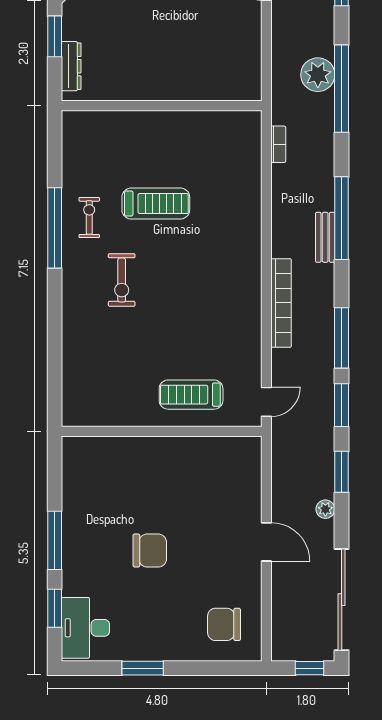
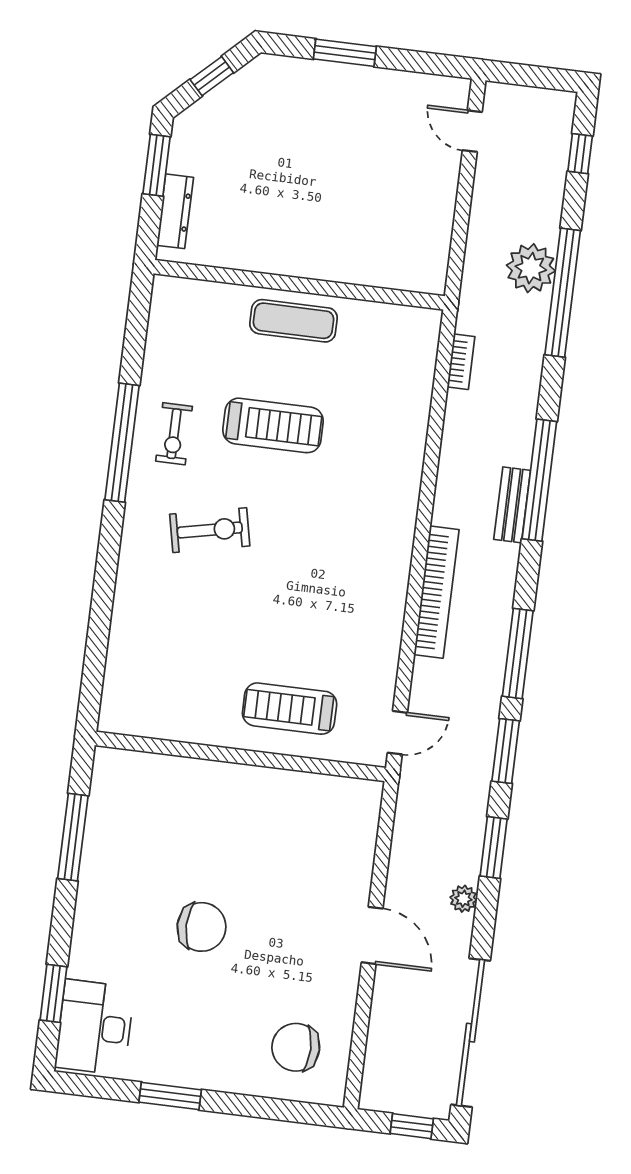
exercise mat: (161, 131) -> (294, 321), added
exercise bike: (89, 217) -> (174, 434), turned 180
exercise bike: (122, 280) -> (210, 530), turned -102
window: (55, 540) -> (73, 837), moved

